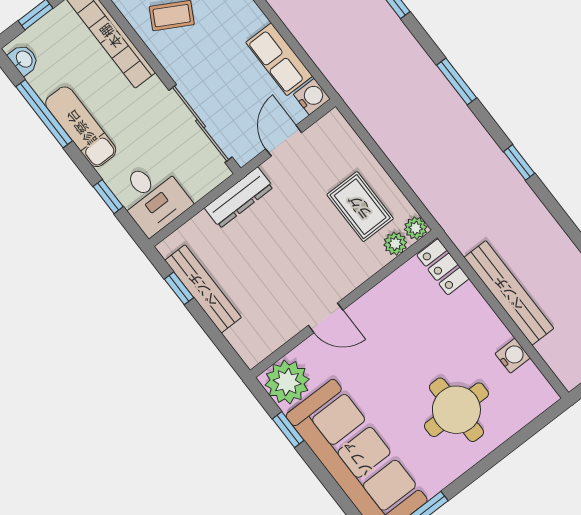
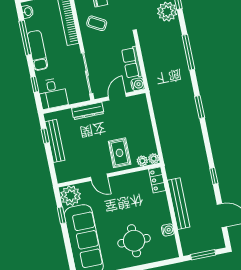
window: (519, 162) -> (214, 176), moved
rug: (360, 207) -> (120, 153), moved

